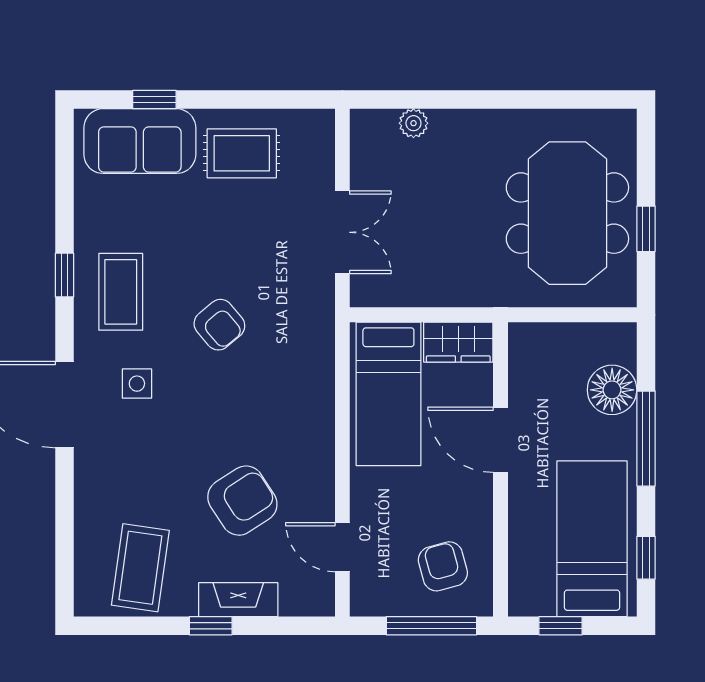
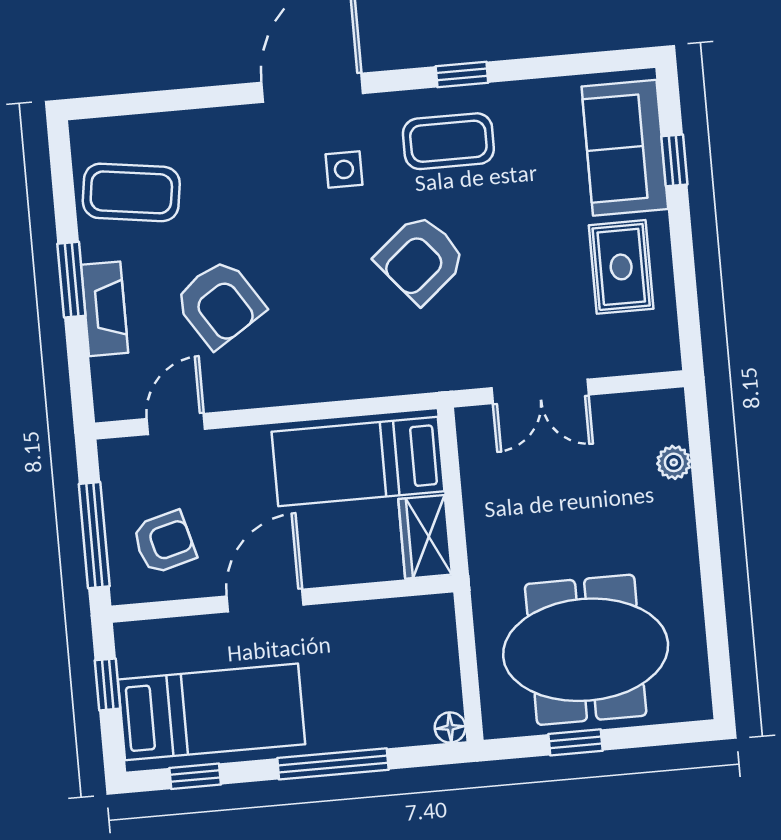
armchair: (219, 325) -> (421, 259), width x1.38, depth x1.38
floor lamp: (612, 390) -> (450, 727), moved, width x0.53, depth x0.53
door: (501, 440) -> (265, 601), moved
window: (211, 626) -> (71, 280), width x1.50

